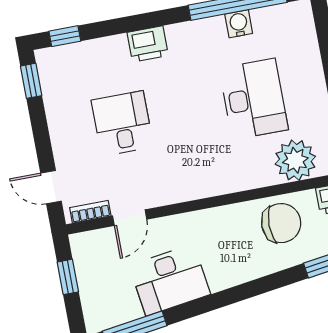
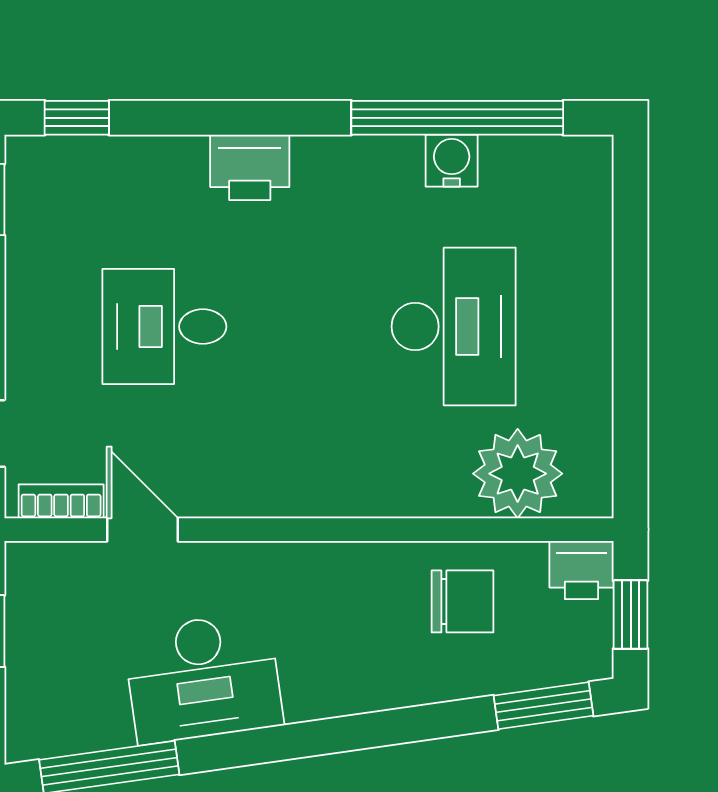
desk: (122, 124) -> (164, 327), turned -90
door: (130, 218) -> (143, 530), swing flipped
chair: (281, 223) -> (463, 601), width x0.73, depth x0.73

